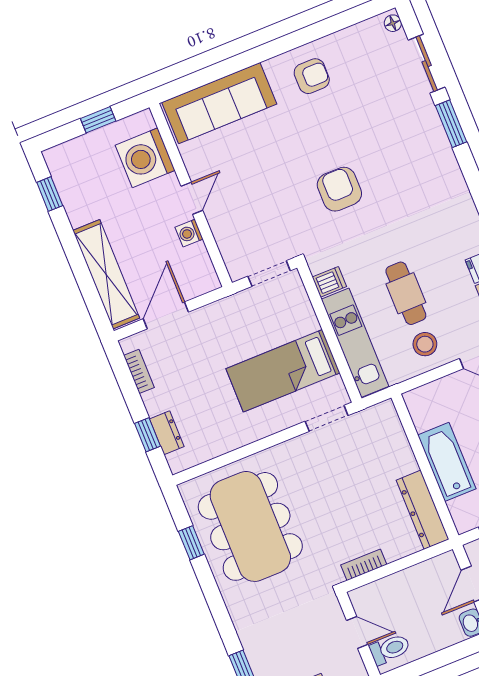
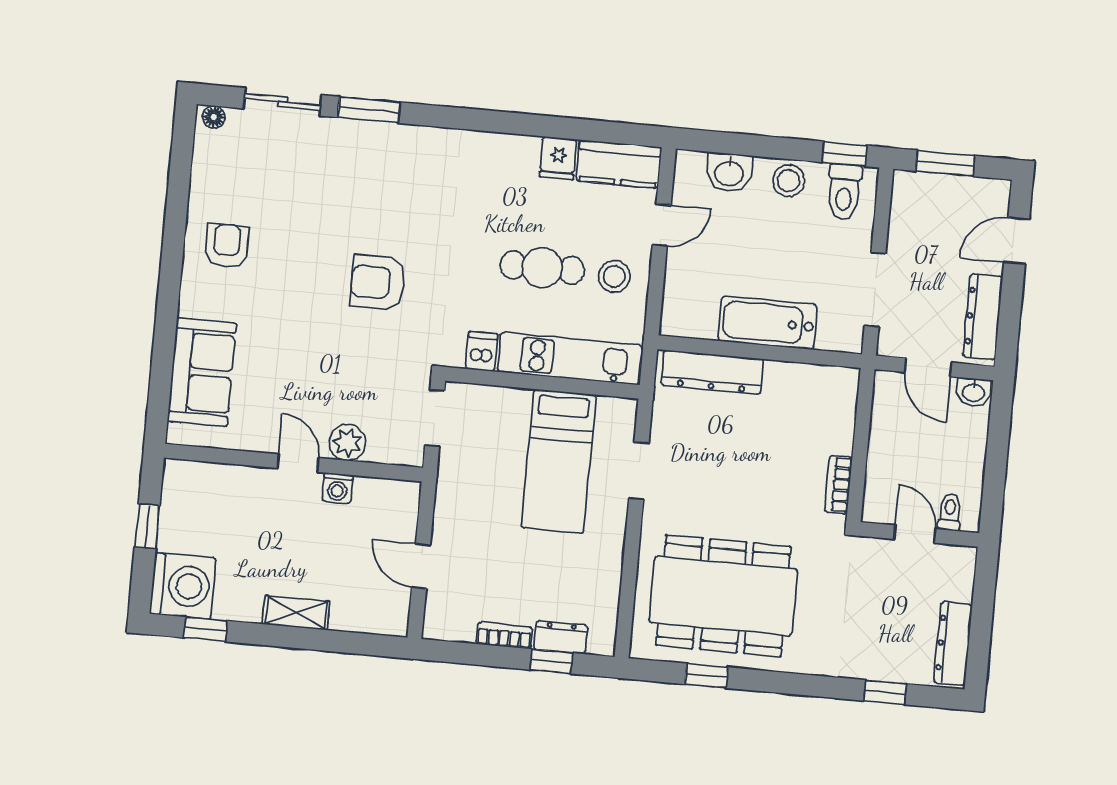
sofa: (219, 103) -> (202, 372), width x0.73
washing machine: (145, 158) -> (183, 586), moved, turned -90
plant: (223, 224) -> (347, 443), added
shelving: (106, 274) -> (296, 613), width x0.45, depth x0.75
door: (166, 315) -> (421, 566), width x0.73
bookcase: (139, 371) -> (504, 636), moved
doorway: (327, 418) -> (639, 471), moved
dresser: (423, 510) -> (712, 372), moved
door: (357, 632) -> (915, 534), hinge flipped
toilet: (390, 649) -> (950, 512), width x0.73, depth x0.72

